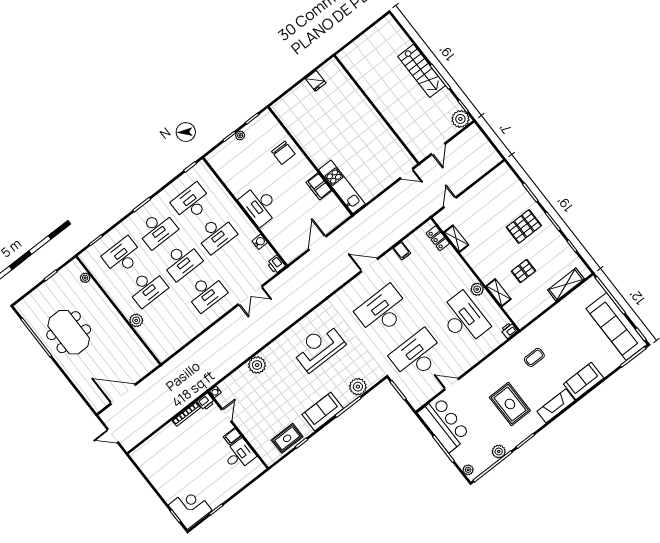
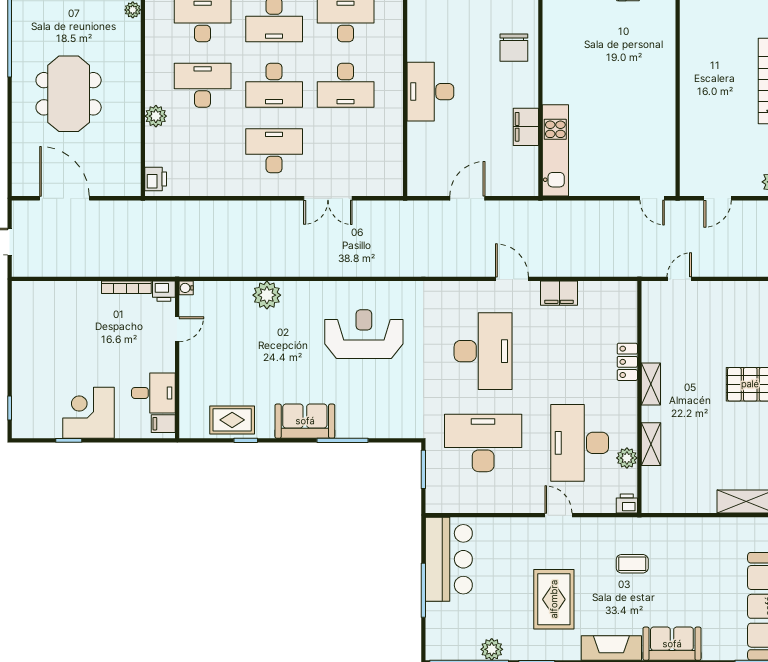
locker: (438, 238) -> (627, 362), moved
shelving: (456, 239) -> (651, 384), moved
water cooler: (260, 242) -> (394, 139), removed
filing cabinet: (402, 251) -> (559, 293), width x2.00
printer: (276, 264) -> (156, 179), moved, turned 180
pallet: (523, 271) -> (705, 441), removed
desk: (147, 288) -> (203, 85), turned 180
plant: (477, 289) -> (627, 458), moved
desk: (206, 293) -> (274, 151), turned 180
desk: (382, 311) -> (483, 351), turned 90
desk: (464, 319) -> (580, 443), turned 180
meeting table: (69, 332) -> (69, 94), moved
door: (452, 384) -> (558, 515), moved
plant: (358, 387) -> (375, 424), removed
filing cabinet: (232, 436) -> (163, 424), moved
plant: (468, 470) -> (434, 642), removed
corner desk: (190, 508) -> (88, 413), moved, turned -90

